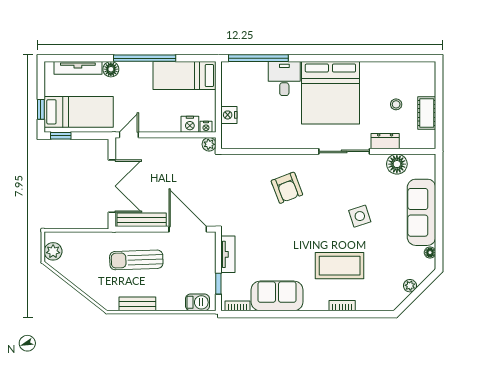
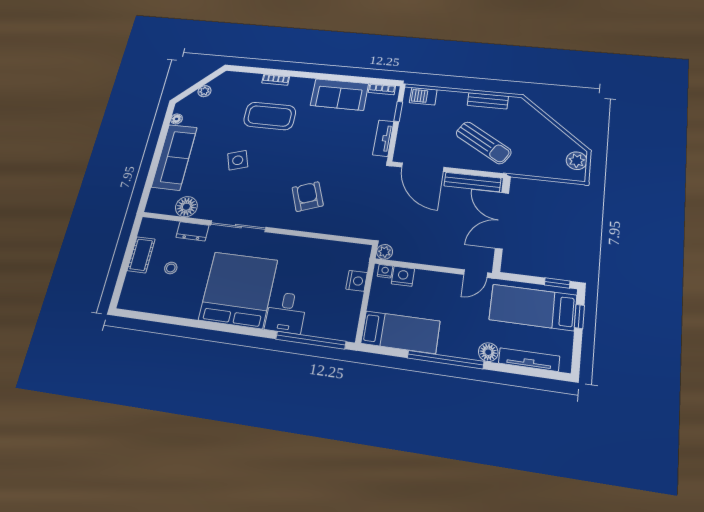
sun lounger: (136, 260) -> (484, 143), turned 33

